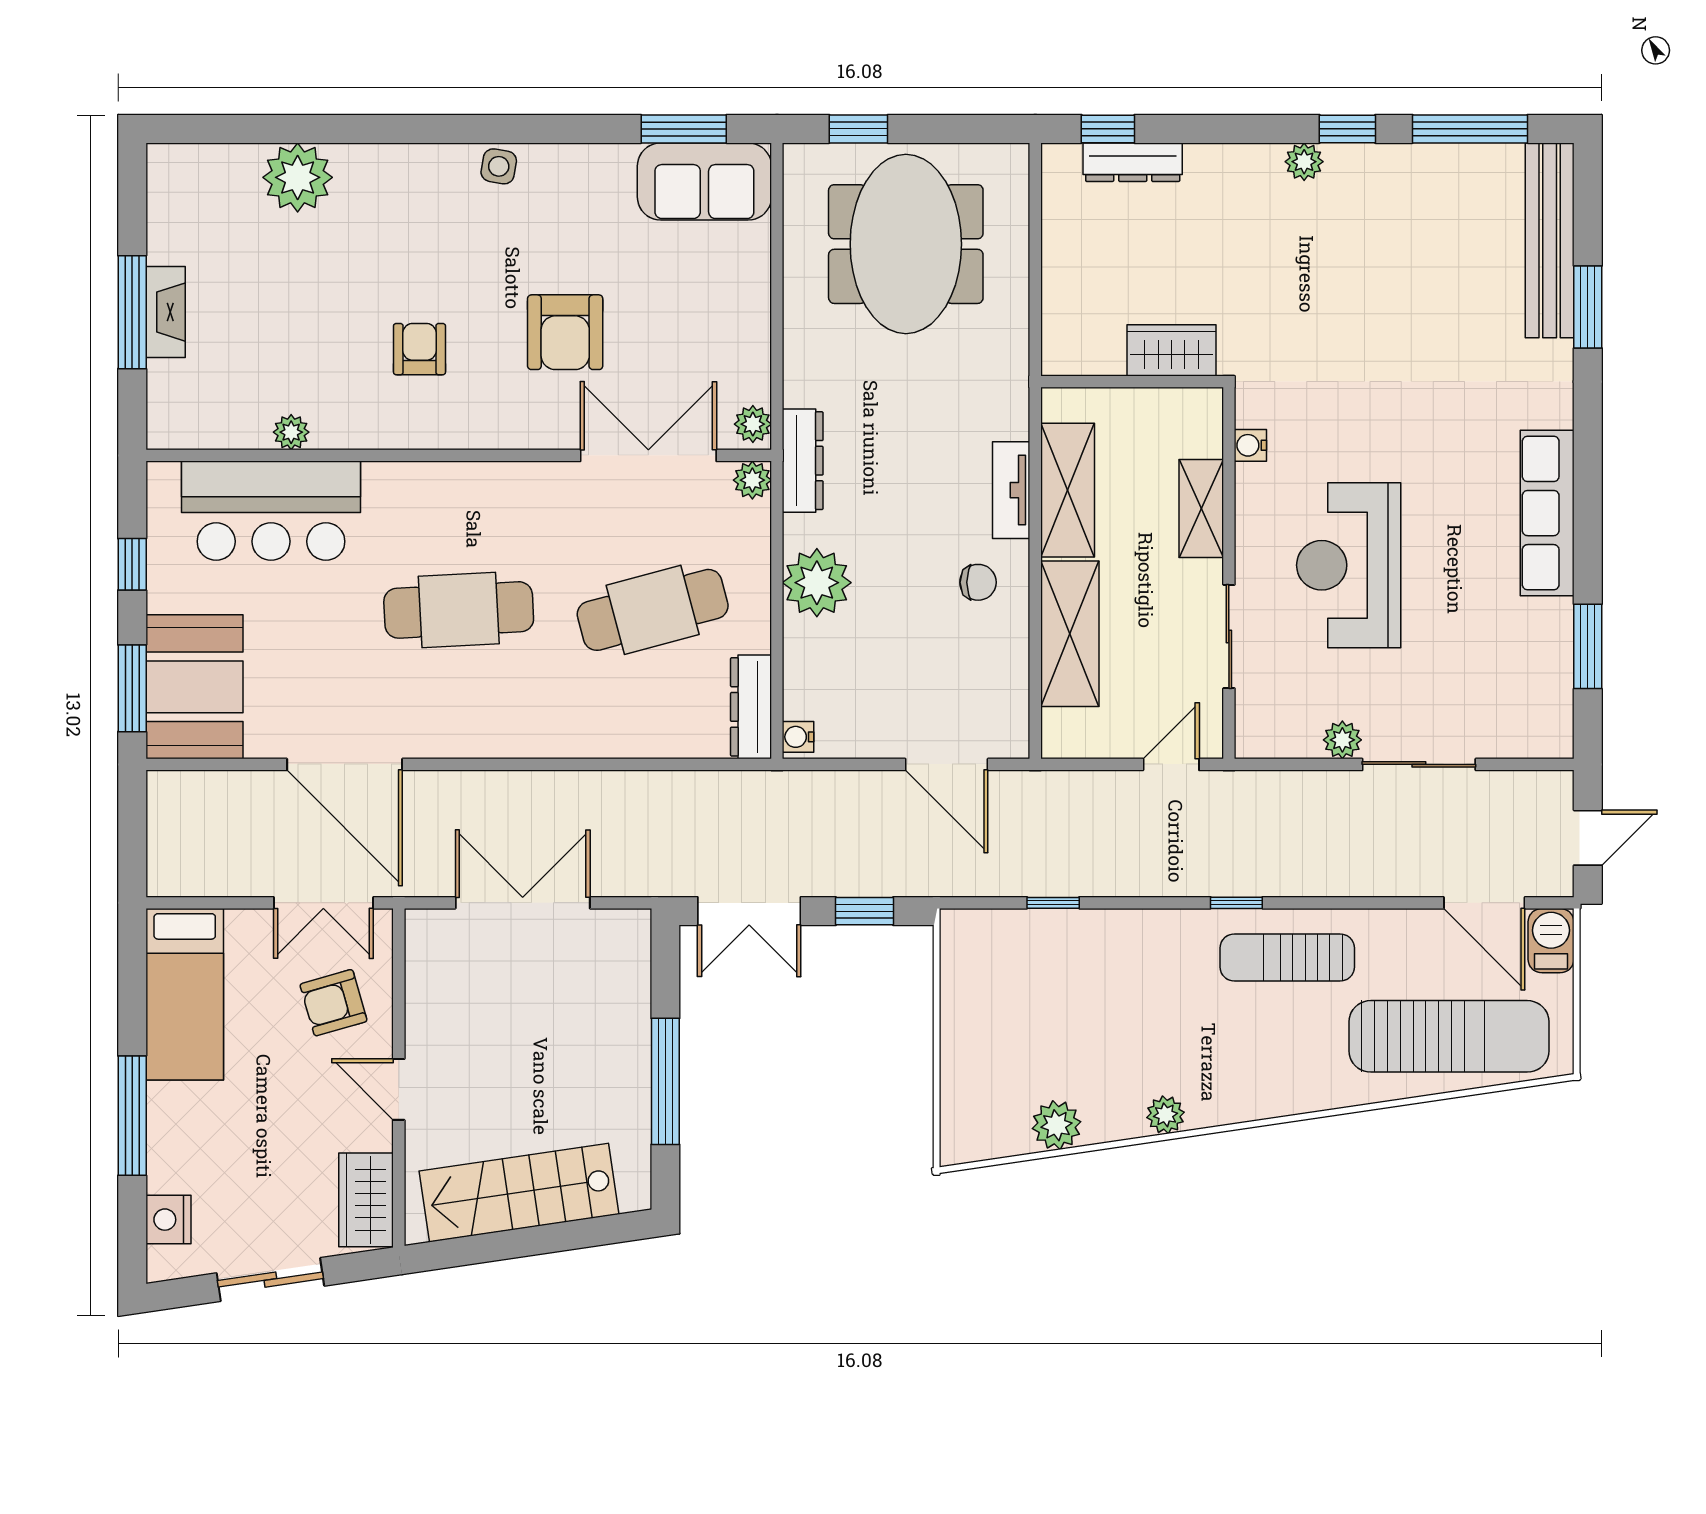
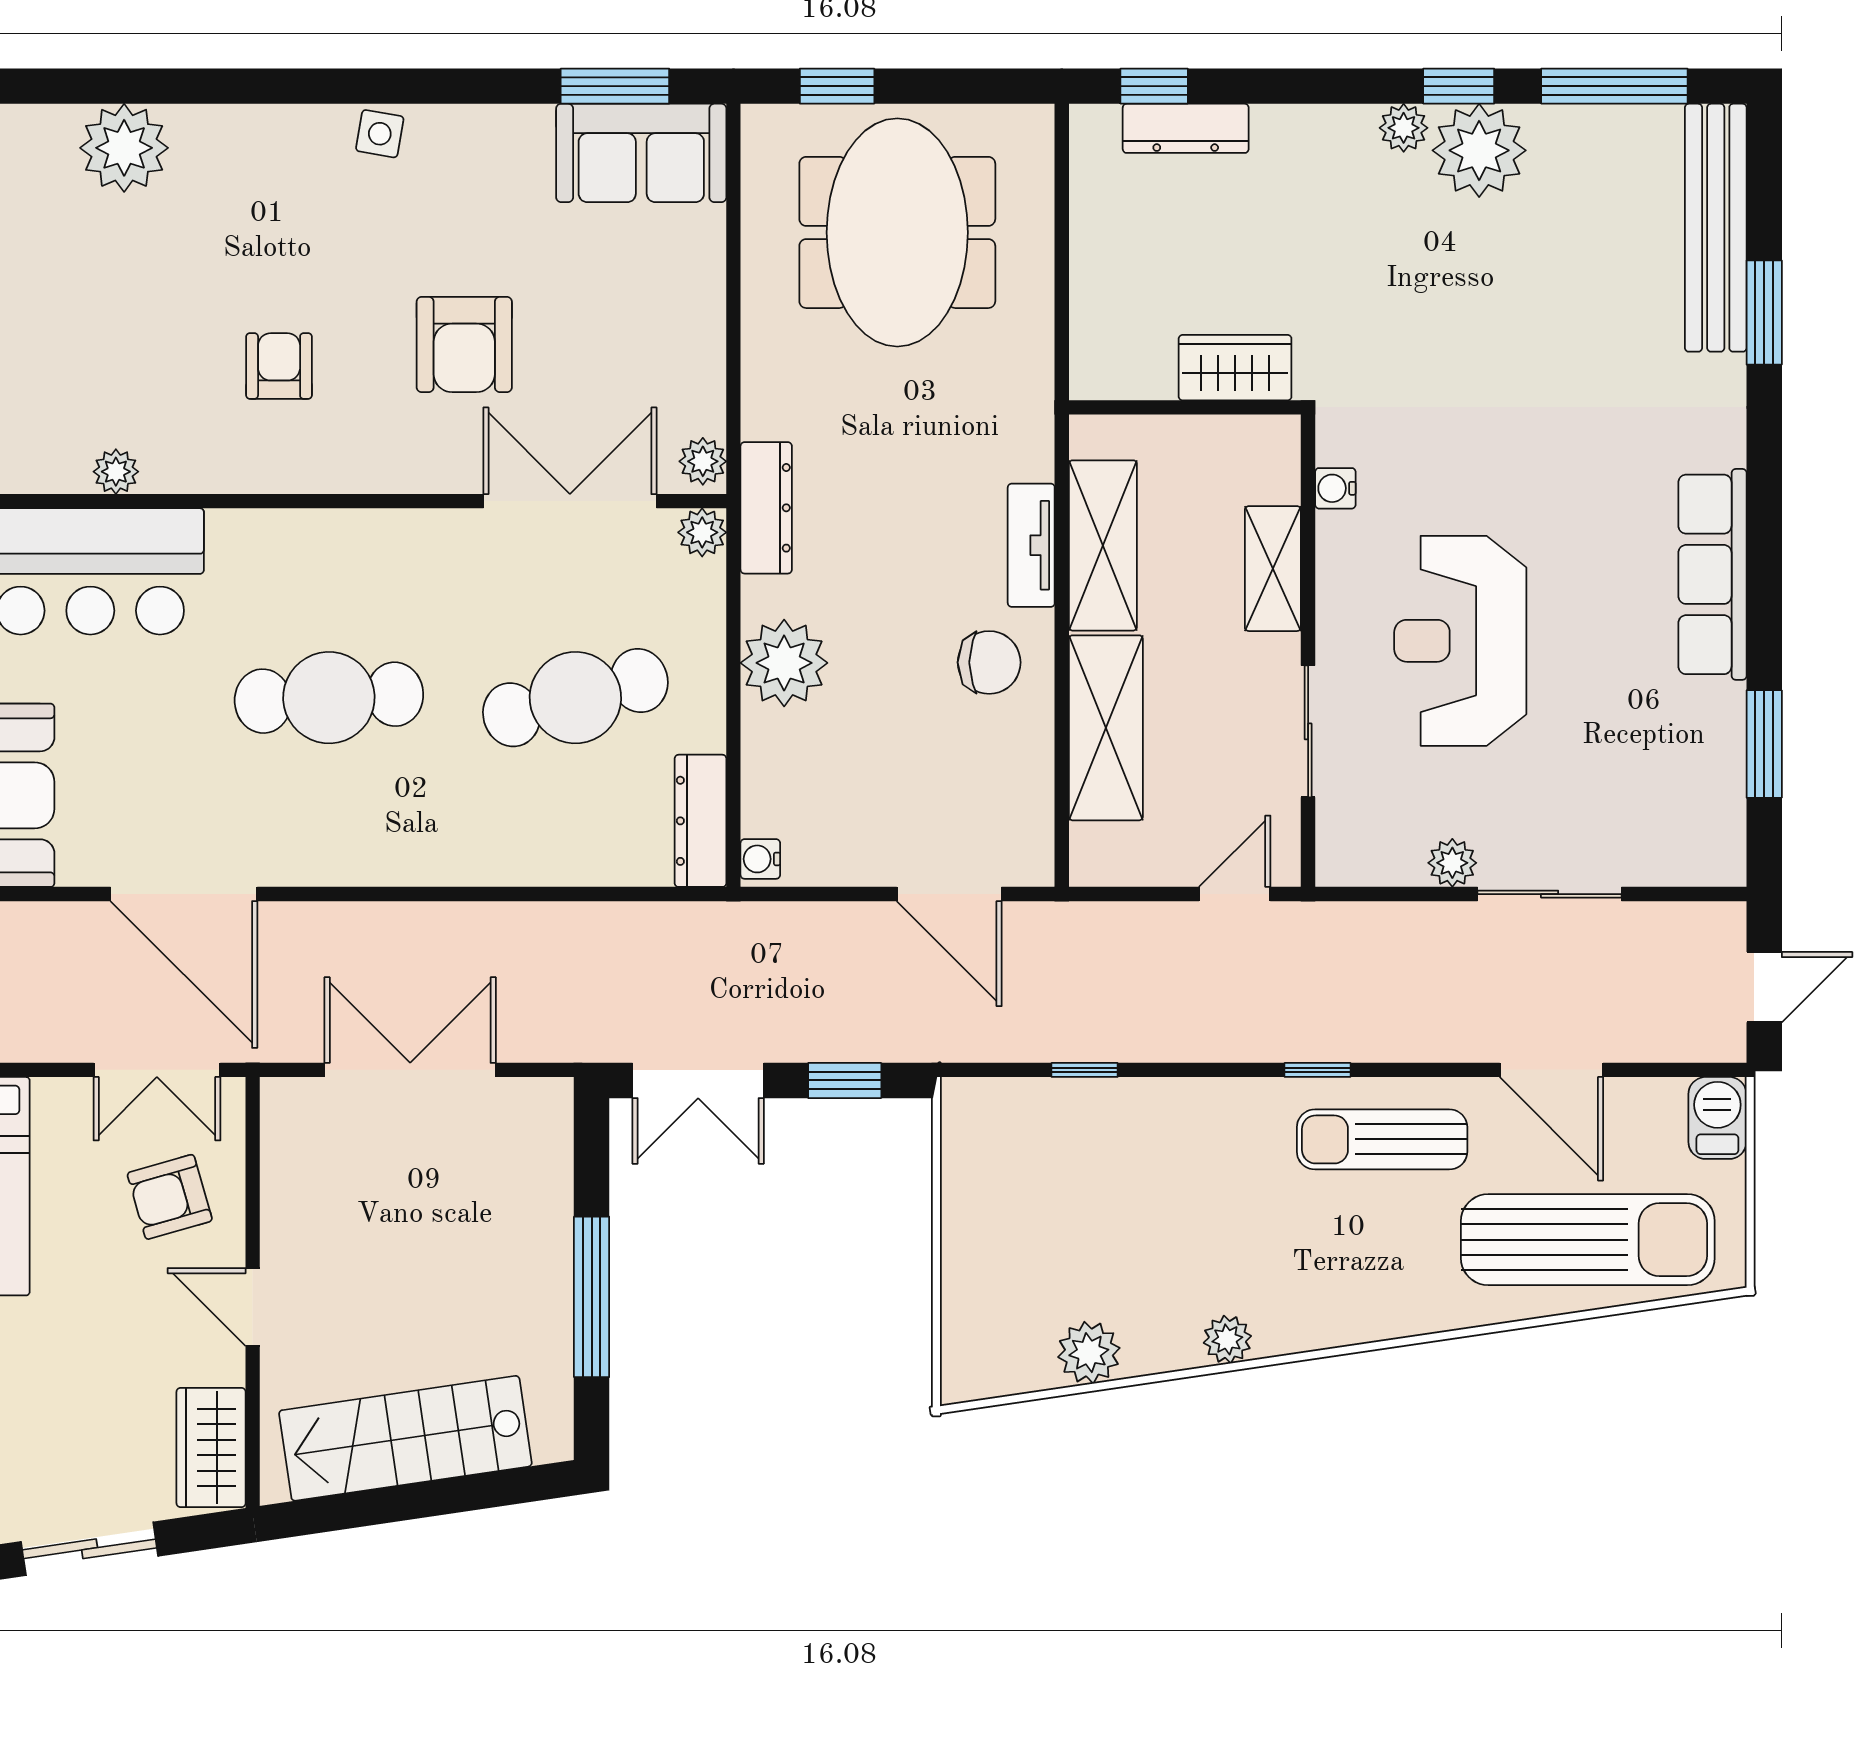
plant: (1364, 180) -> (1479, 150), added
chair: (978, 582) -> (989, 662), width x1.37, depth x1.37
door: (1484, 903) -> (1551, 1070), moved

